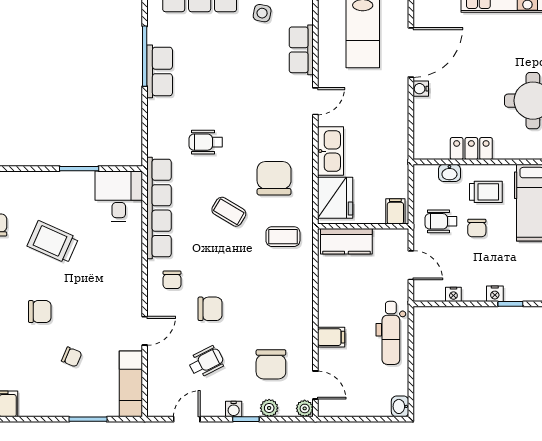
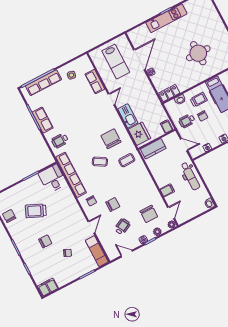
wheelchair: (206, 142) -> (60, 141), moved
locker: (471, 149) -> (169, 93), moved
door: (315, 385) -> (171, 213), hinge flipped
door: (187, 419) -> (127, 254), hinge flipped

